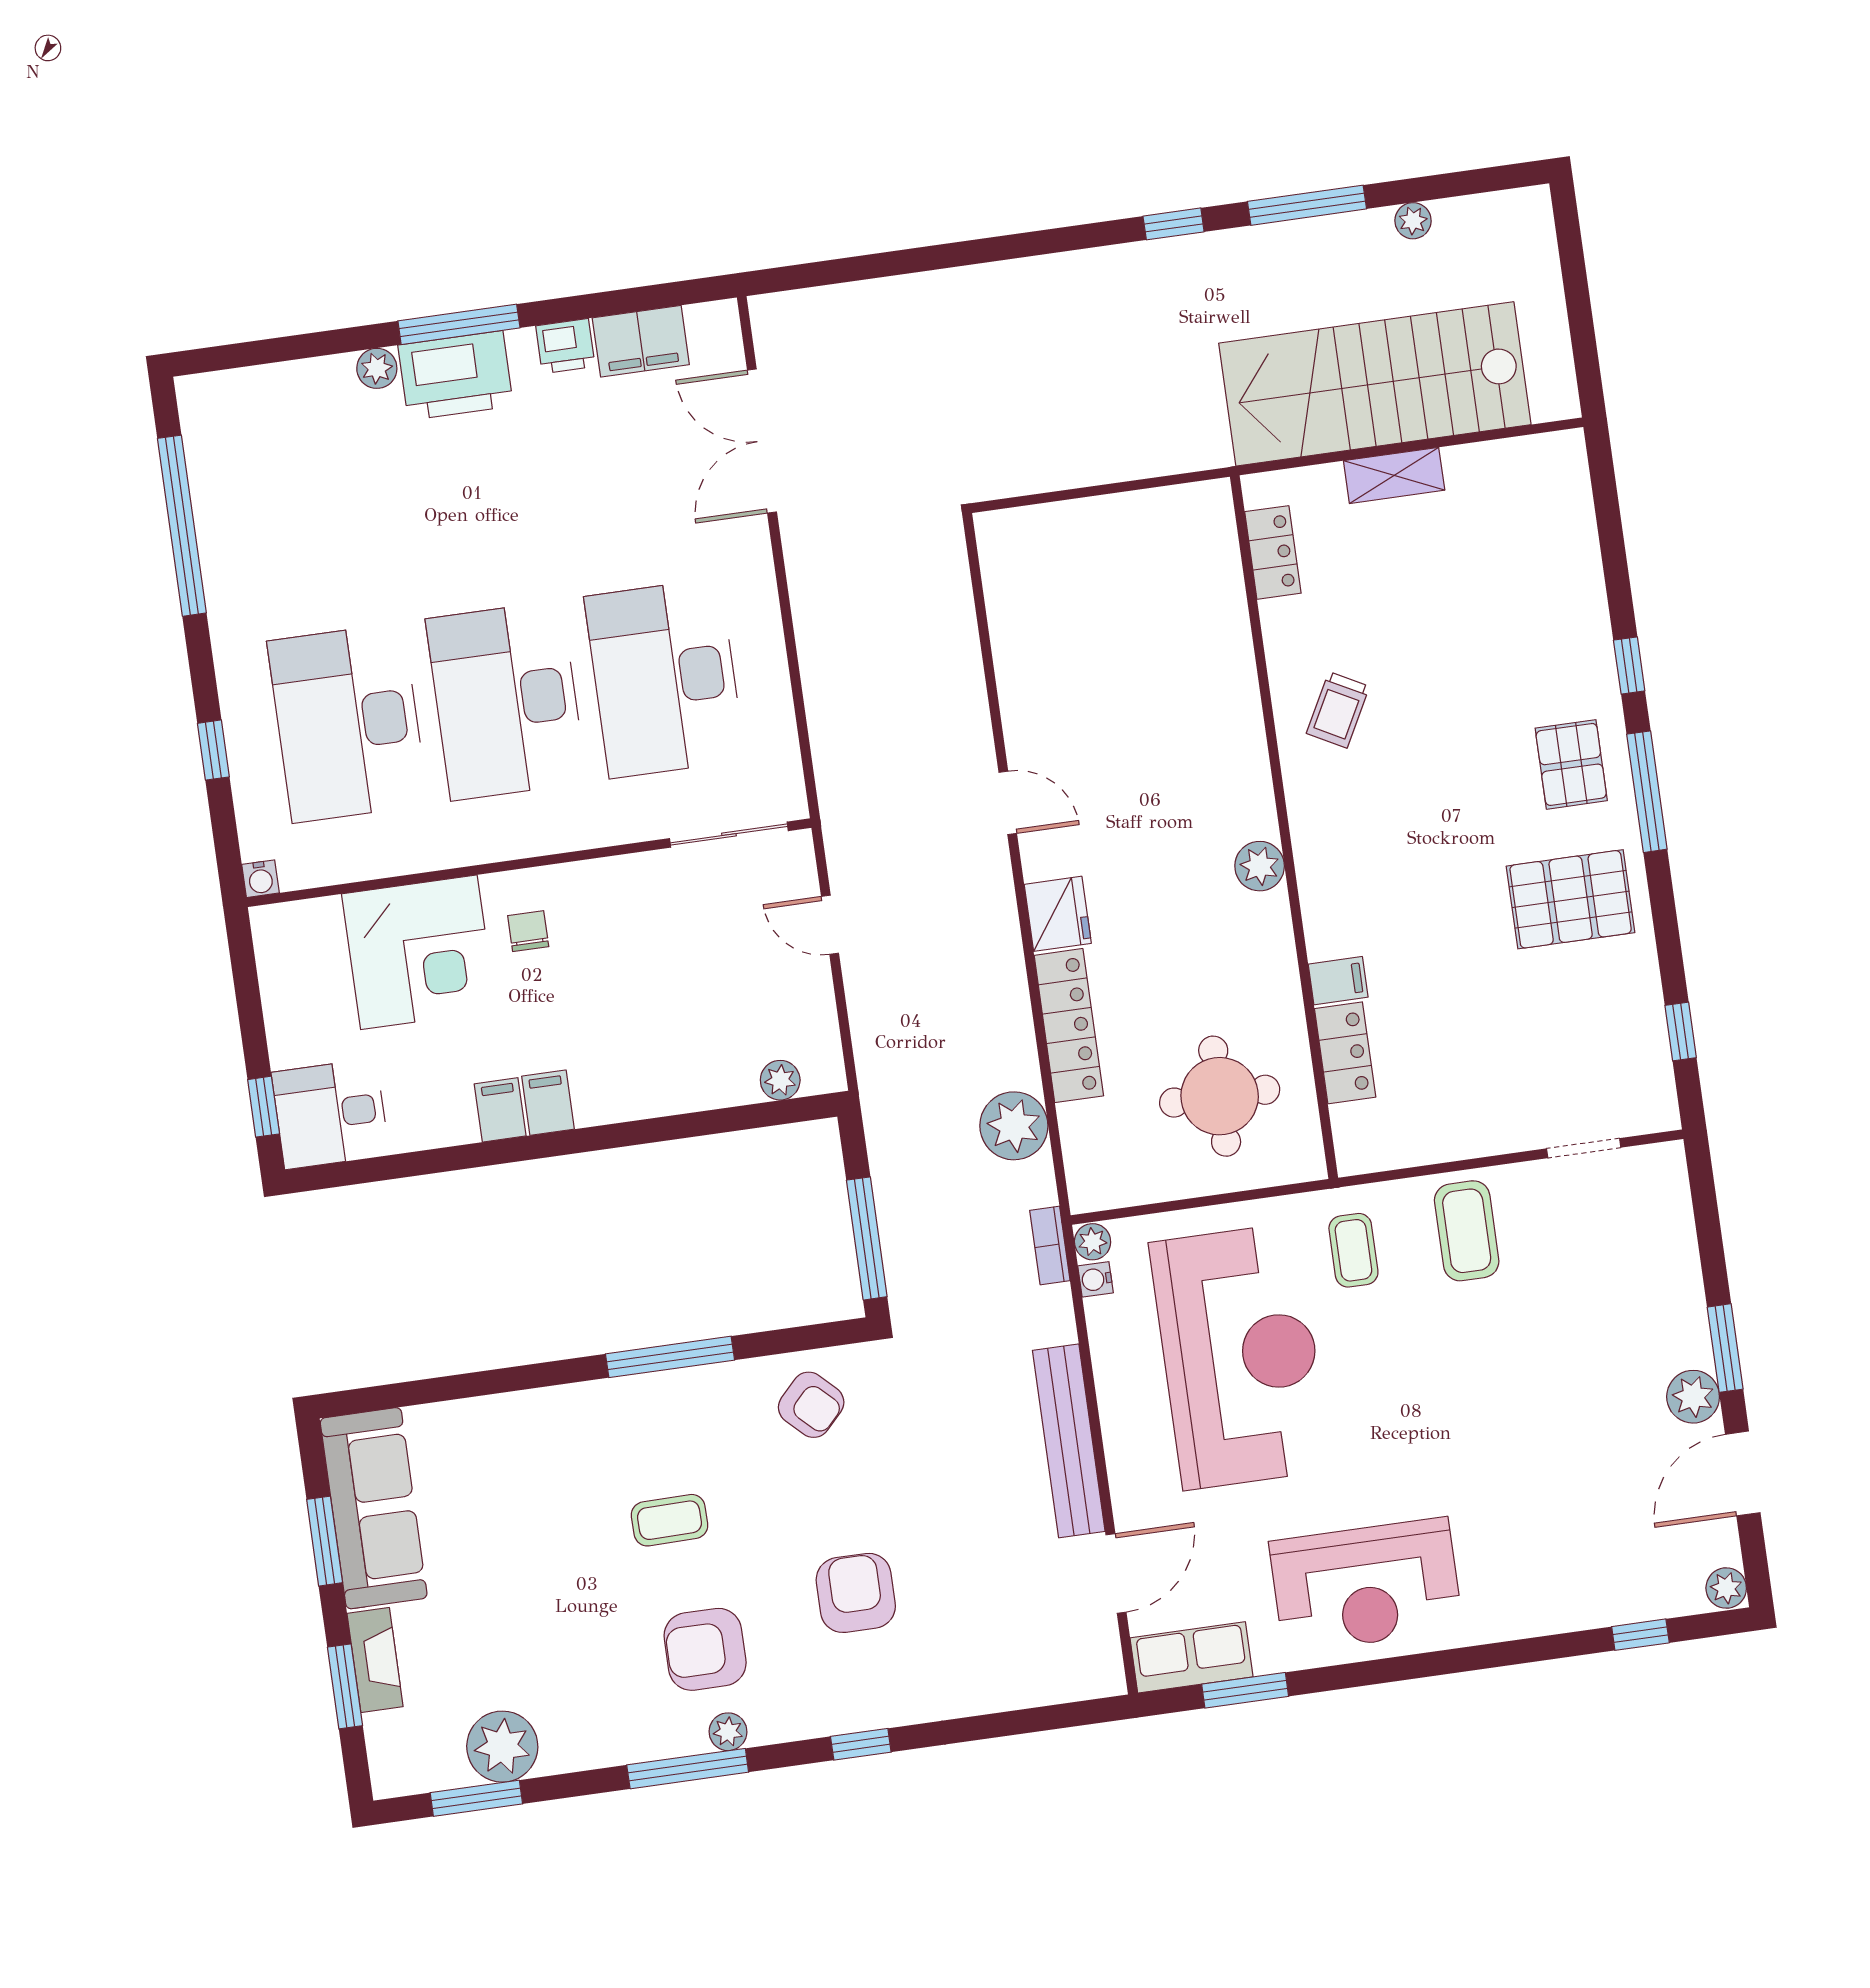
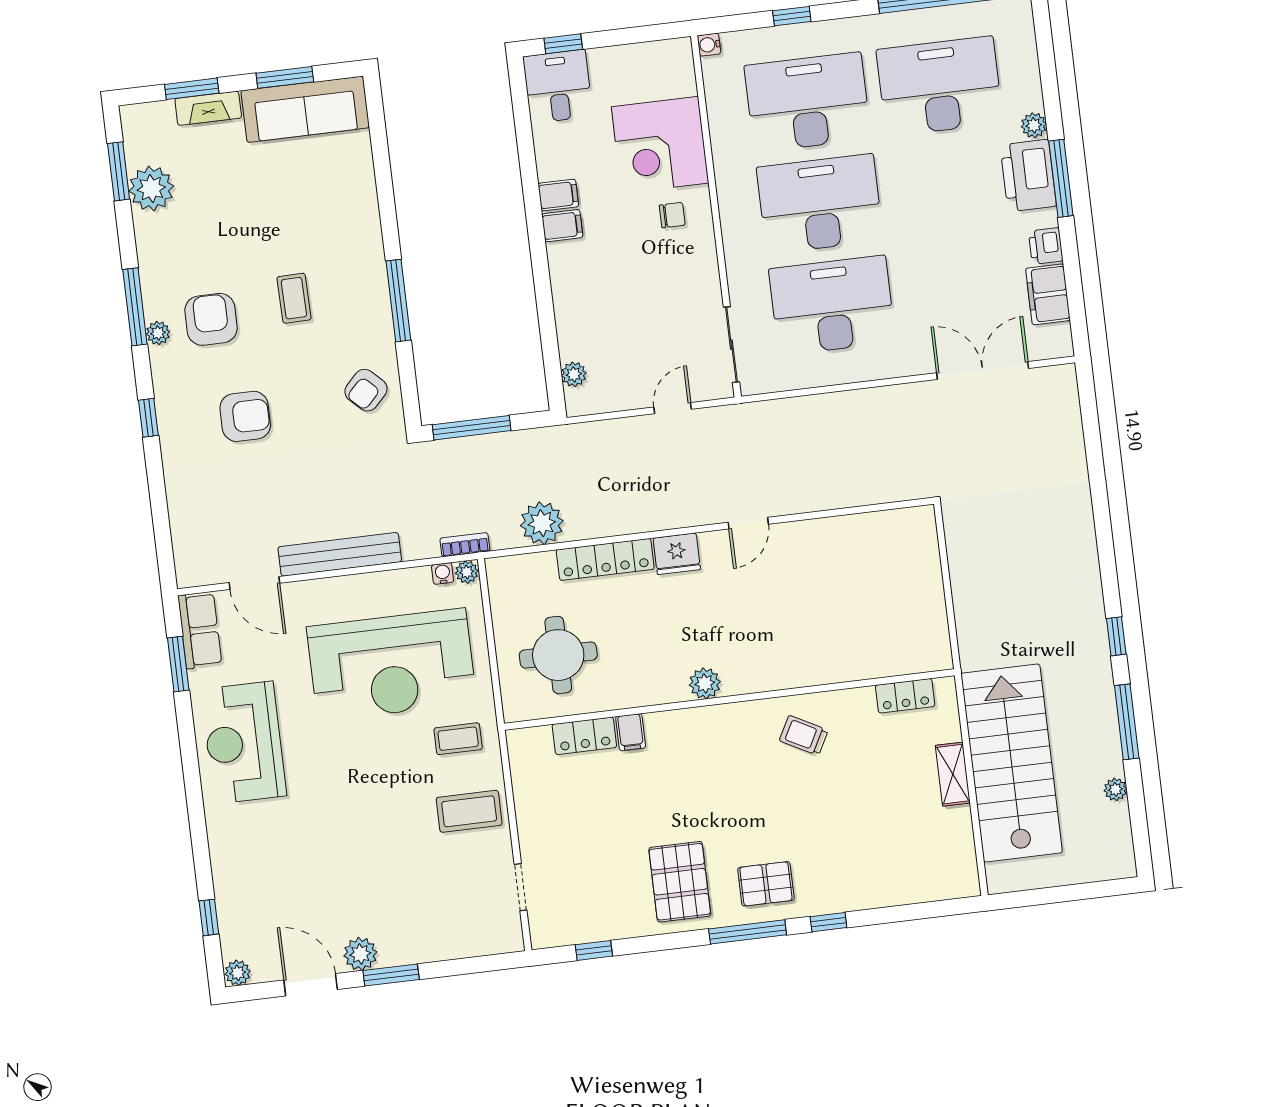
desk: (319, 517) -> (940, 86), added

